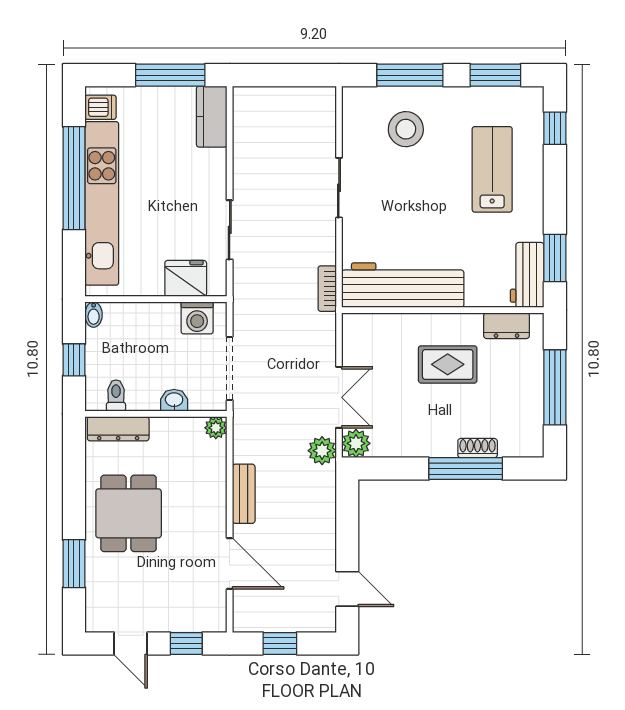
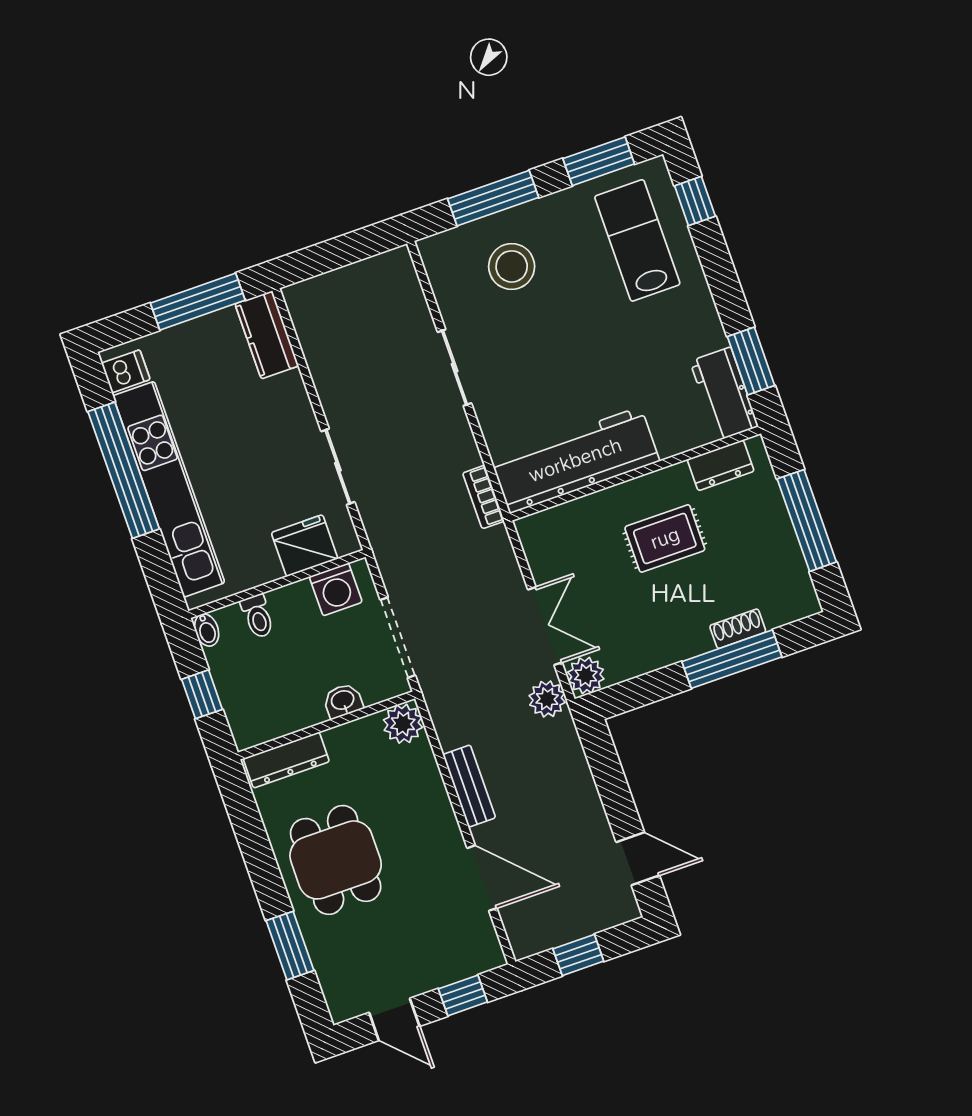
lab bench: (492, 169) -> (637, 240), moved
toilet: (116, 396) -> (258, 616), moved, turned 180
plant: (216, 428) -> (403, 724), width x1.38, depth x1.38

